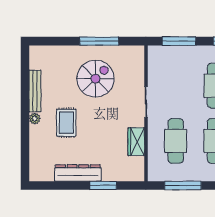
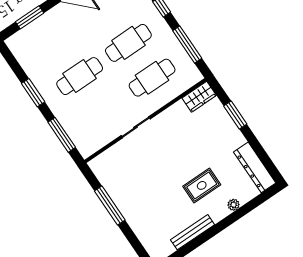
spiral stairs: (96, 79) -> (145, 186), removed
plant: (35, 119) -> (234, 205), moved
wardrobe: (136, 142) -> (199, 97), moved
dresser: (78, 173) -> (255, 167), moved

